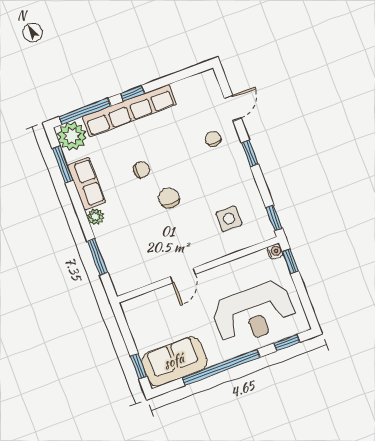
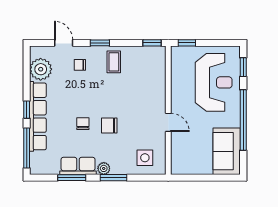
plant: (72, 136) -> (41, 69), moved
window: (63, 164) -> (72, 178), moved
coffee table: (233, 179) -> (114, 62), added
chair: (169, 198) -> (109, 126), moved
side table: (229, 219) -> (145, 158), moved
water cooler: (275, 251) -> (176, 51), removed
window: (97, 257) -> (113, 178), moved
window: (139, 366) -> (221, 178), removed

